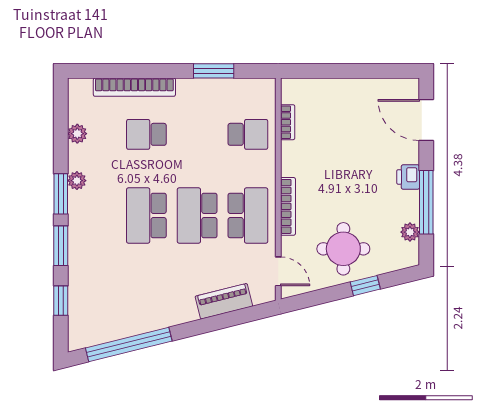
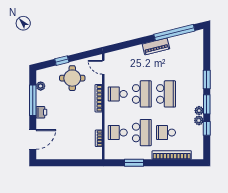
door: (426, 120) -> (33, 139), hinge flipped
plant: (77, 134) -> (199, 120), moved
school desk: (146, 134) -> (166, 133), turned 180
school desk: (197, 134) -> (142, 133), added
school desk: (248, 215) -> (118, 94), width x0.54
window: (61, 301) -> (207, 128), moved
piano: (224, 301) -> (156, 46), moved

